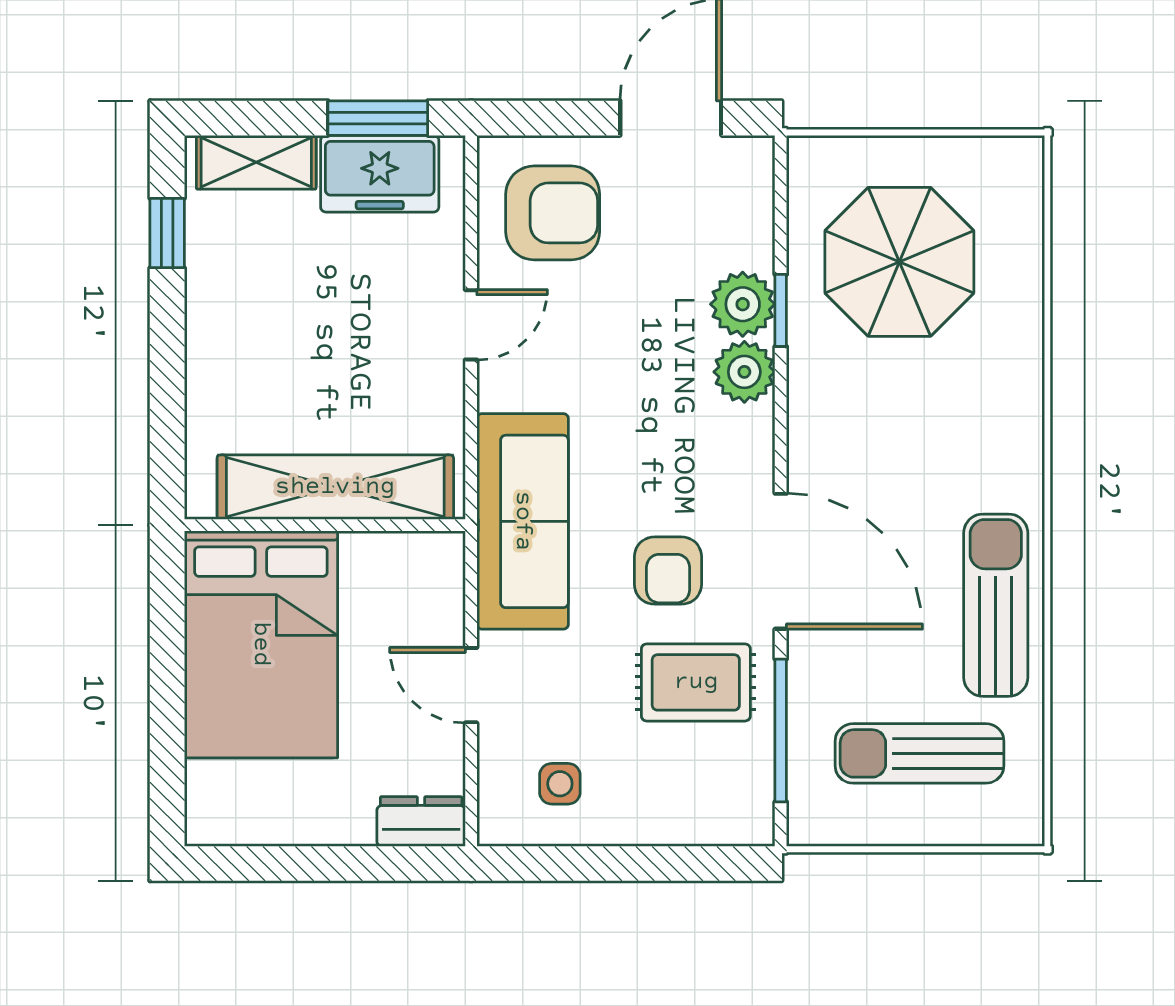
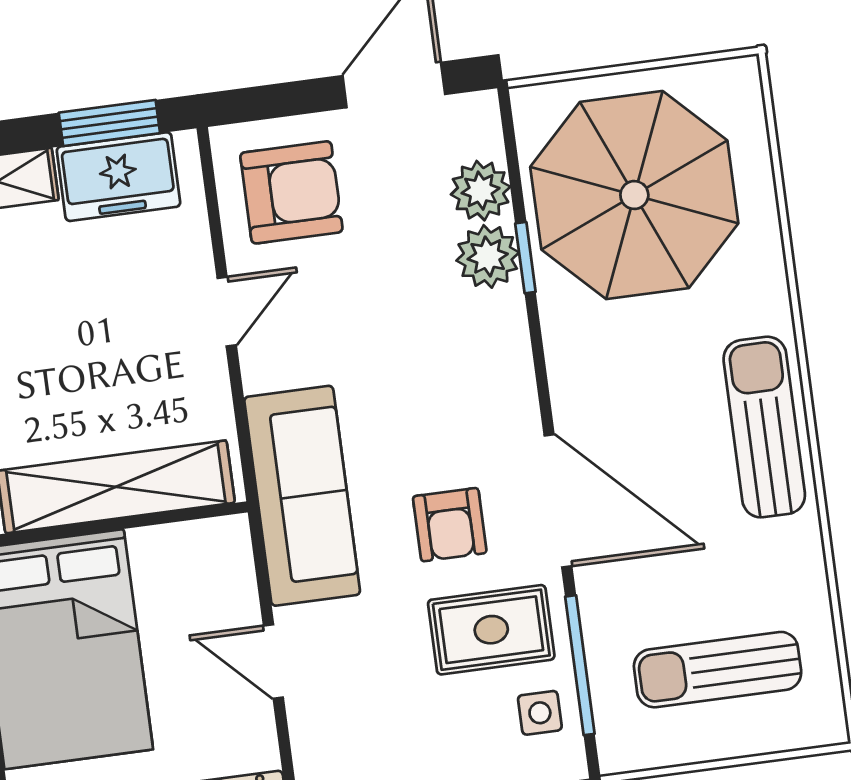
parasol: (899, 262) -> (634, 195), width x1.36, depth x1.36
plant: (744, 372) -> (481, 191), moved
sun lounger: (996, 605) -> (764, 427), moved
side table: (560, 784) -> (540, 713), moved

